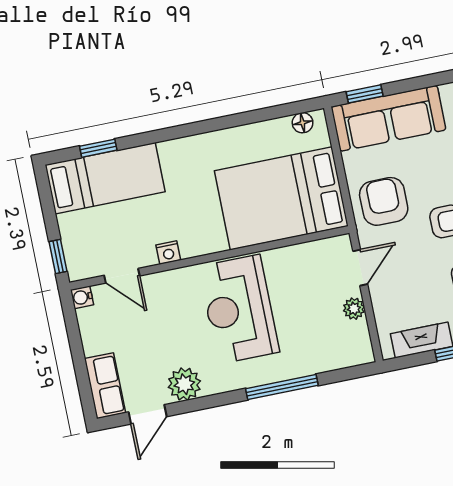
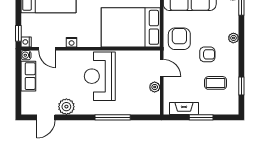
door: (360, 268) -> (162, 68), hinge flipped
nightstand: (77, 271) -> (26, 42), added
row of seats: (105, 386) -> (28, 76), moved

